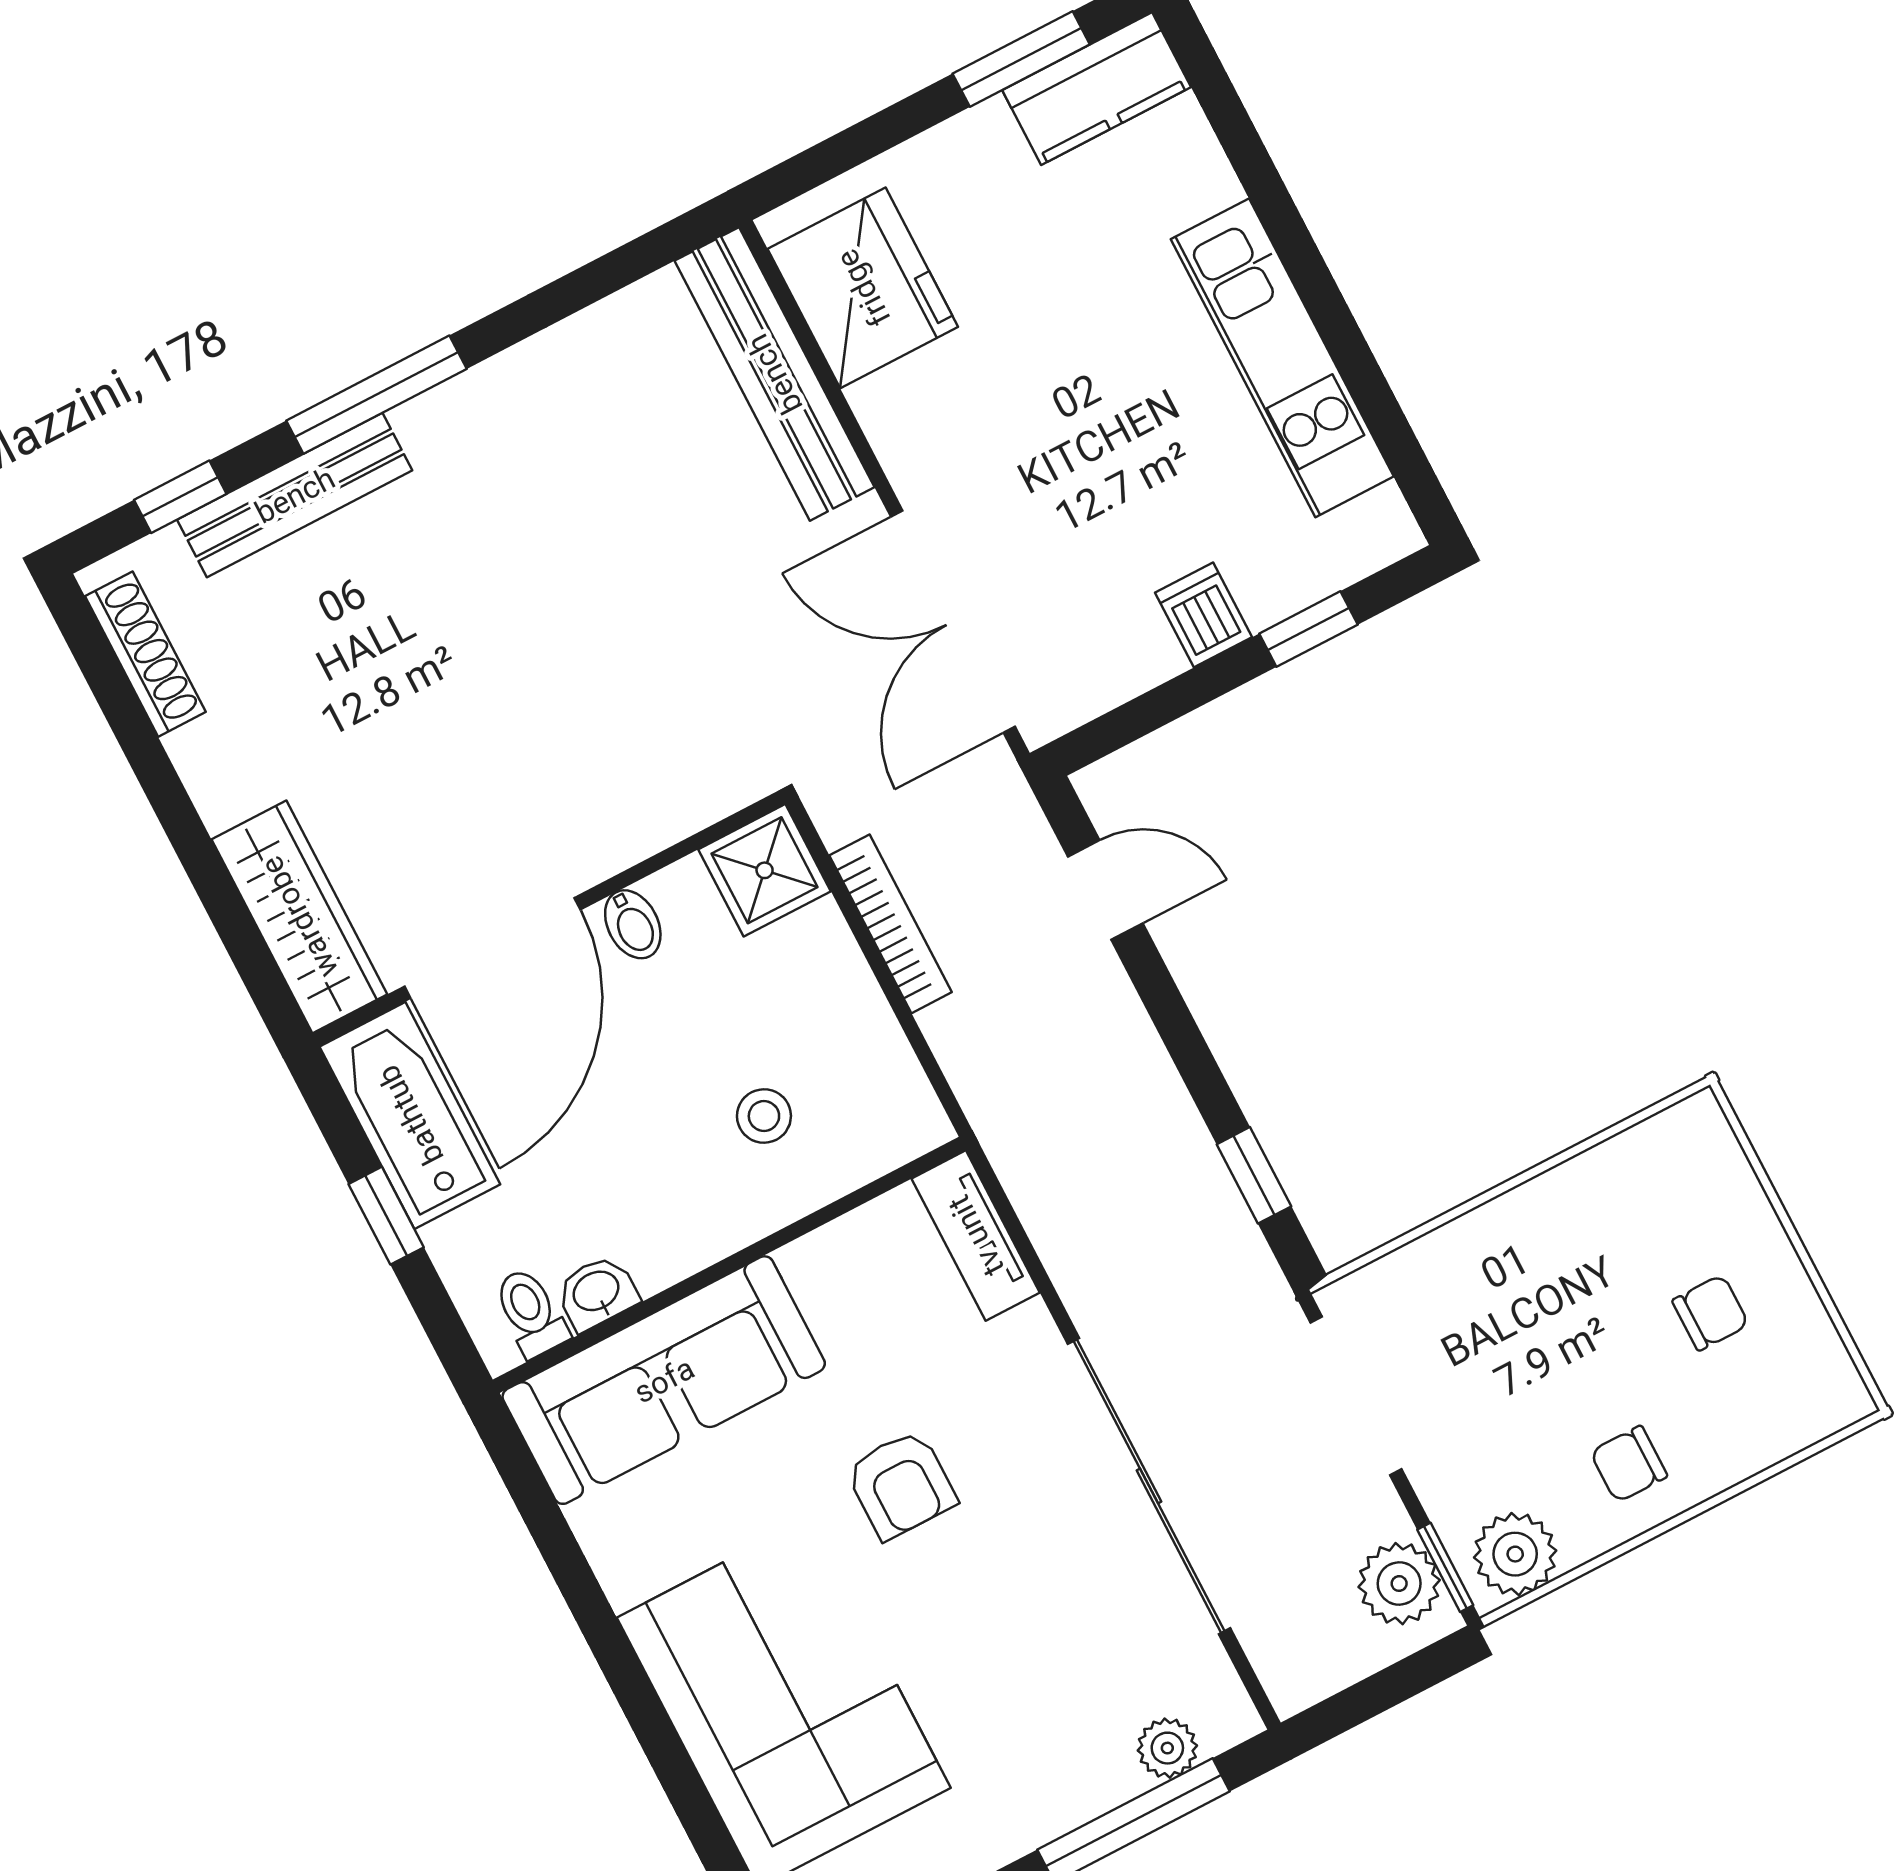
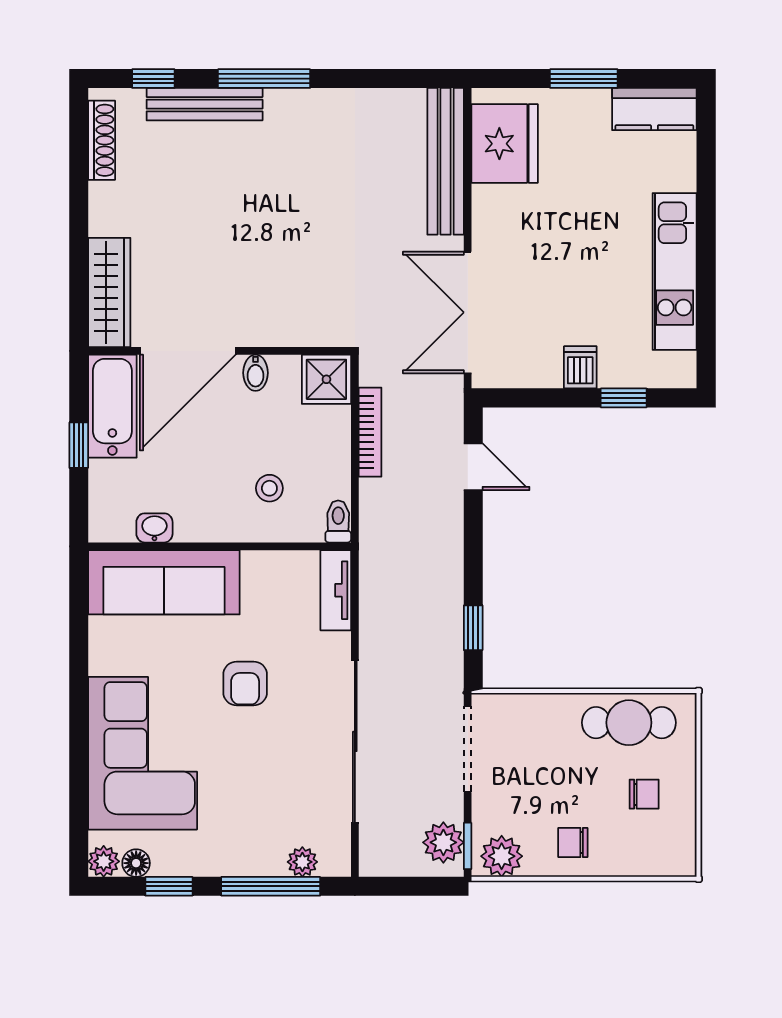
window: (1021, 59) -> (584, 79), moved
cafe table: (1618, 1200) -> (629, 723), added
toilet: (531, 1312) -> (338, 522), moved

